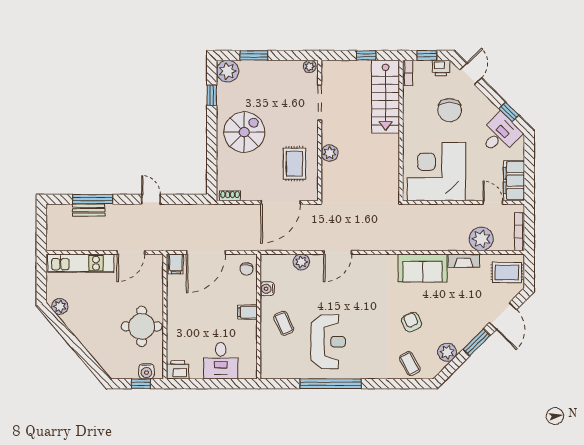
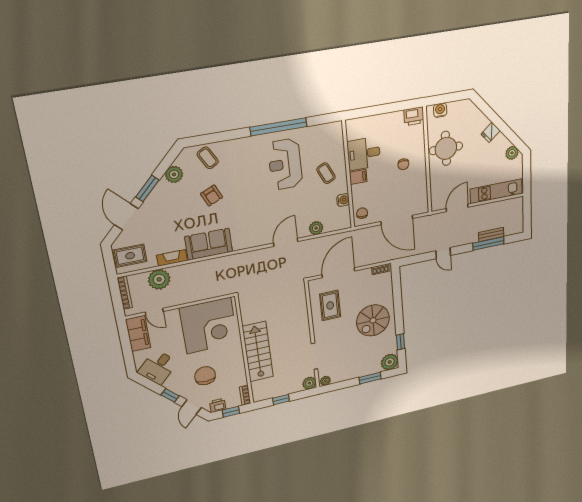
stairs: (386, 97) -> (258, 352), moved
window: (509, 112) -> (170, 395), moved
plant: (330, 153) -> (309, 383), moved
door: (206, 252) -> (397, 220), swing flipped
filing cabinet: (176, 264) -> (421, 206), removed
chair: (194, 317) -> (403, 164), added
fridge: (86, 336) -> (491, 132), added
desk: (221, 361) -> (364, 154), moved, turned -90
window: (141, 384) -> (444, 98), removed

